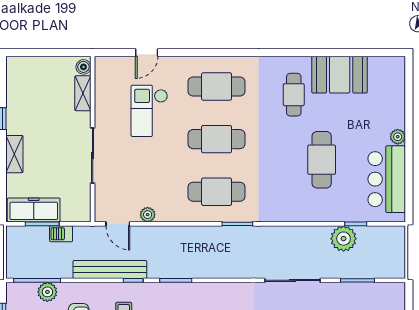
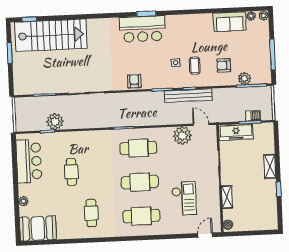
door: (147, 53) -> (205, 235), moved
booth: (340, 75) -> (38, 228), moved
shelving: (83, 93) -> (227, 197), moved
plant: (398, 137) -> (24, 201), moved
cafe table: (322, 160) -> (71, 172), width x0.73, depth x0.74
freezer: (34, 210) -> (236, 132), moved
plant: (148, 215) -> (182, 136), width x1.87, depth x1.87
barbecue: (61, 234) -> (253, 116), moved
bench: (110, 270) -> (188, 96), moved
armchair: (218, 295) -> (134, 81), added

